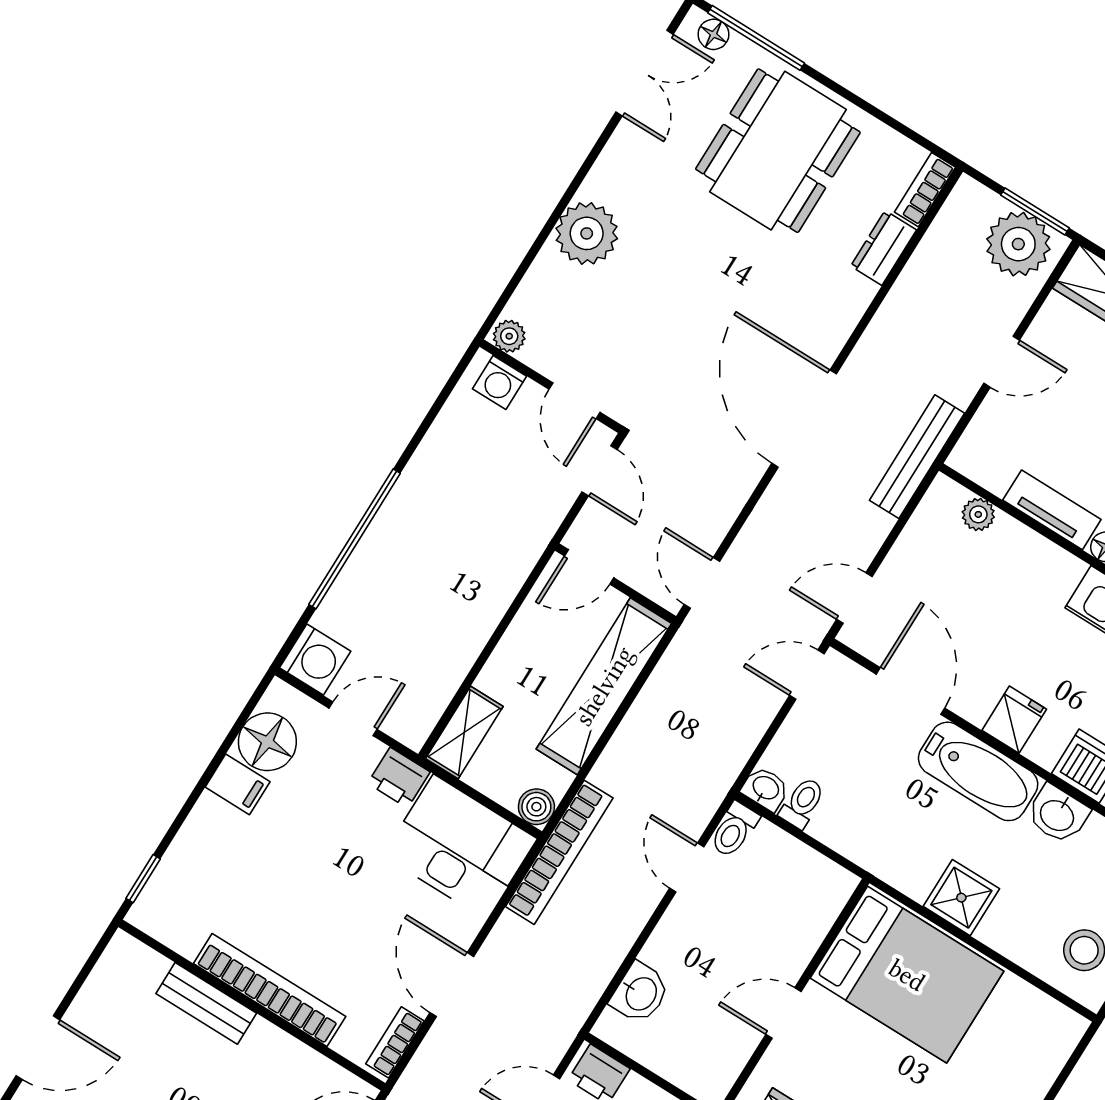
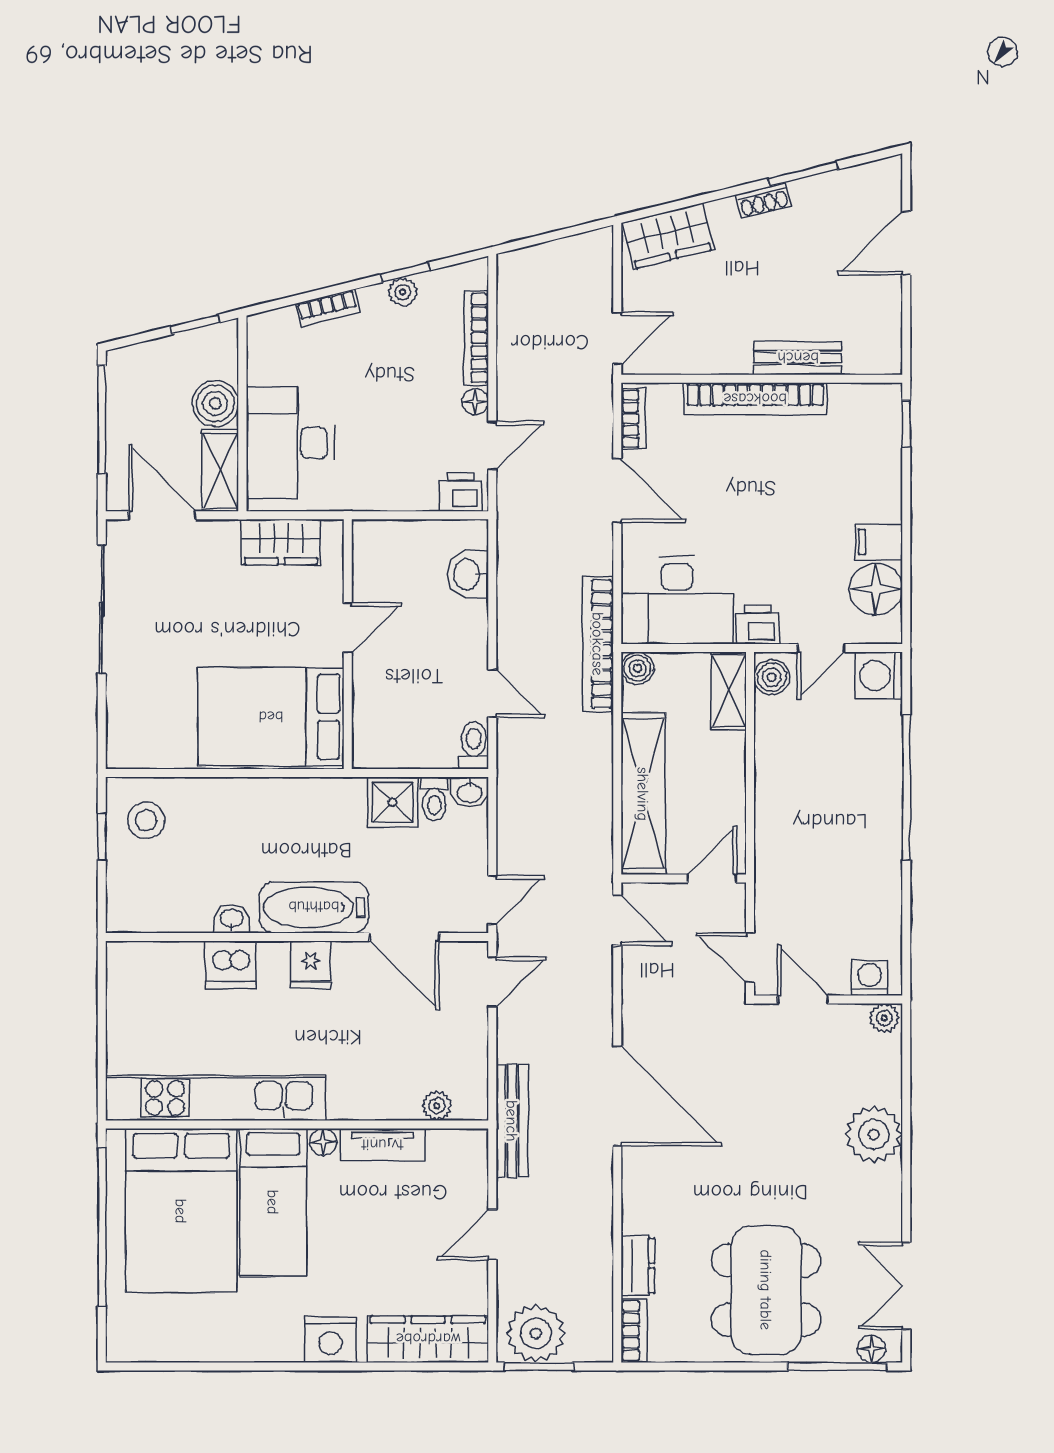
boiler: (416, 720) -> (772, 677), added
washbasin: (1058, 814) -> (232, 919), width x0.72, depth x0.69
shower: (961, 898) -> (392, 802), moved

